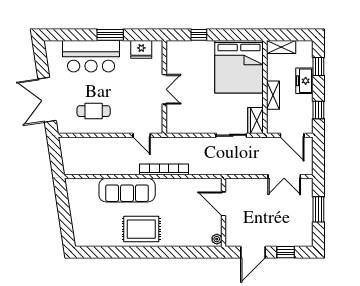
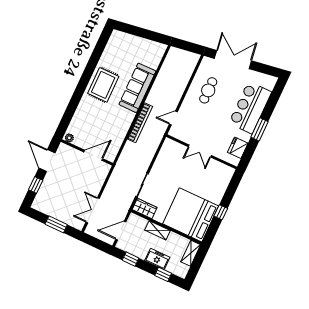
window: (199, 35) -> (221, 212), moved

